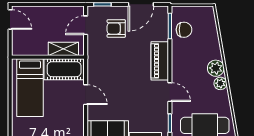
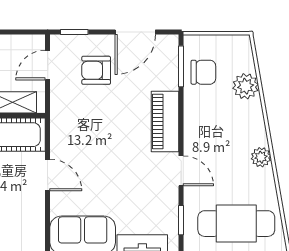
plant: (216, 68) -> (246, 86), moved

